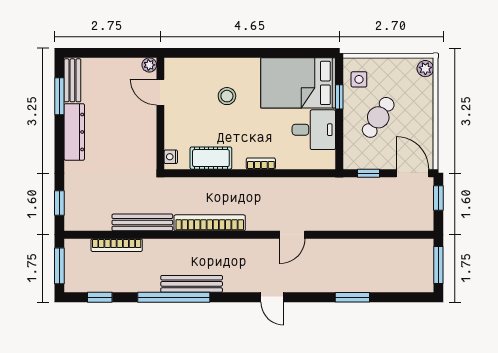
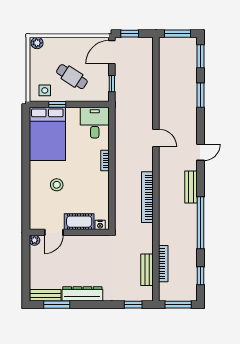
desk: (314, 130) -> (95, 123), moved
cot: (211, 158) -> (79, 222), moved, turned 90
bench: (142, 222) -> (147, 270), moved, width x0.73
bench: (192, 284) -> (191, 187), moved, width x0.73
window: (407, 297) -> (201, 56), added

